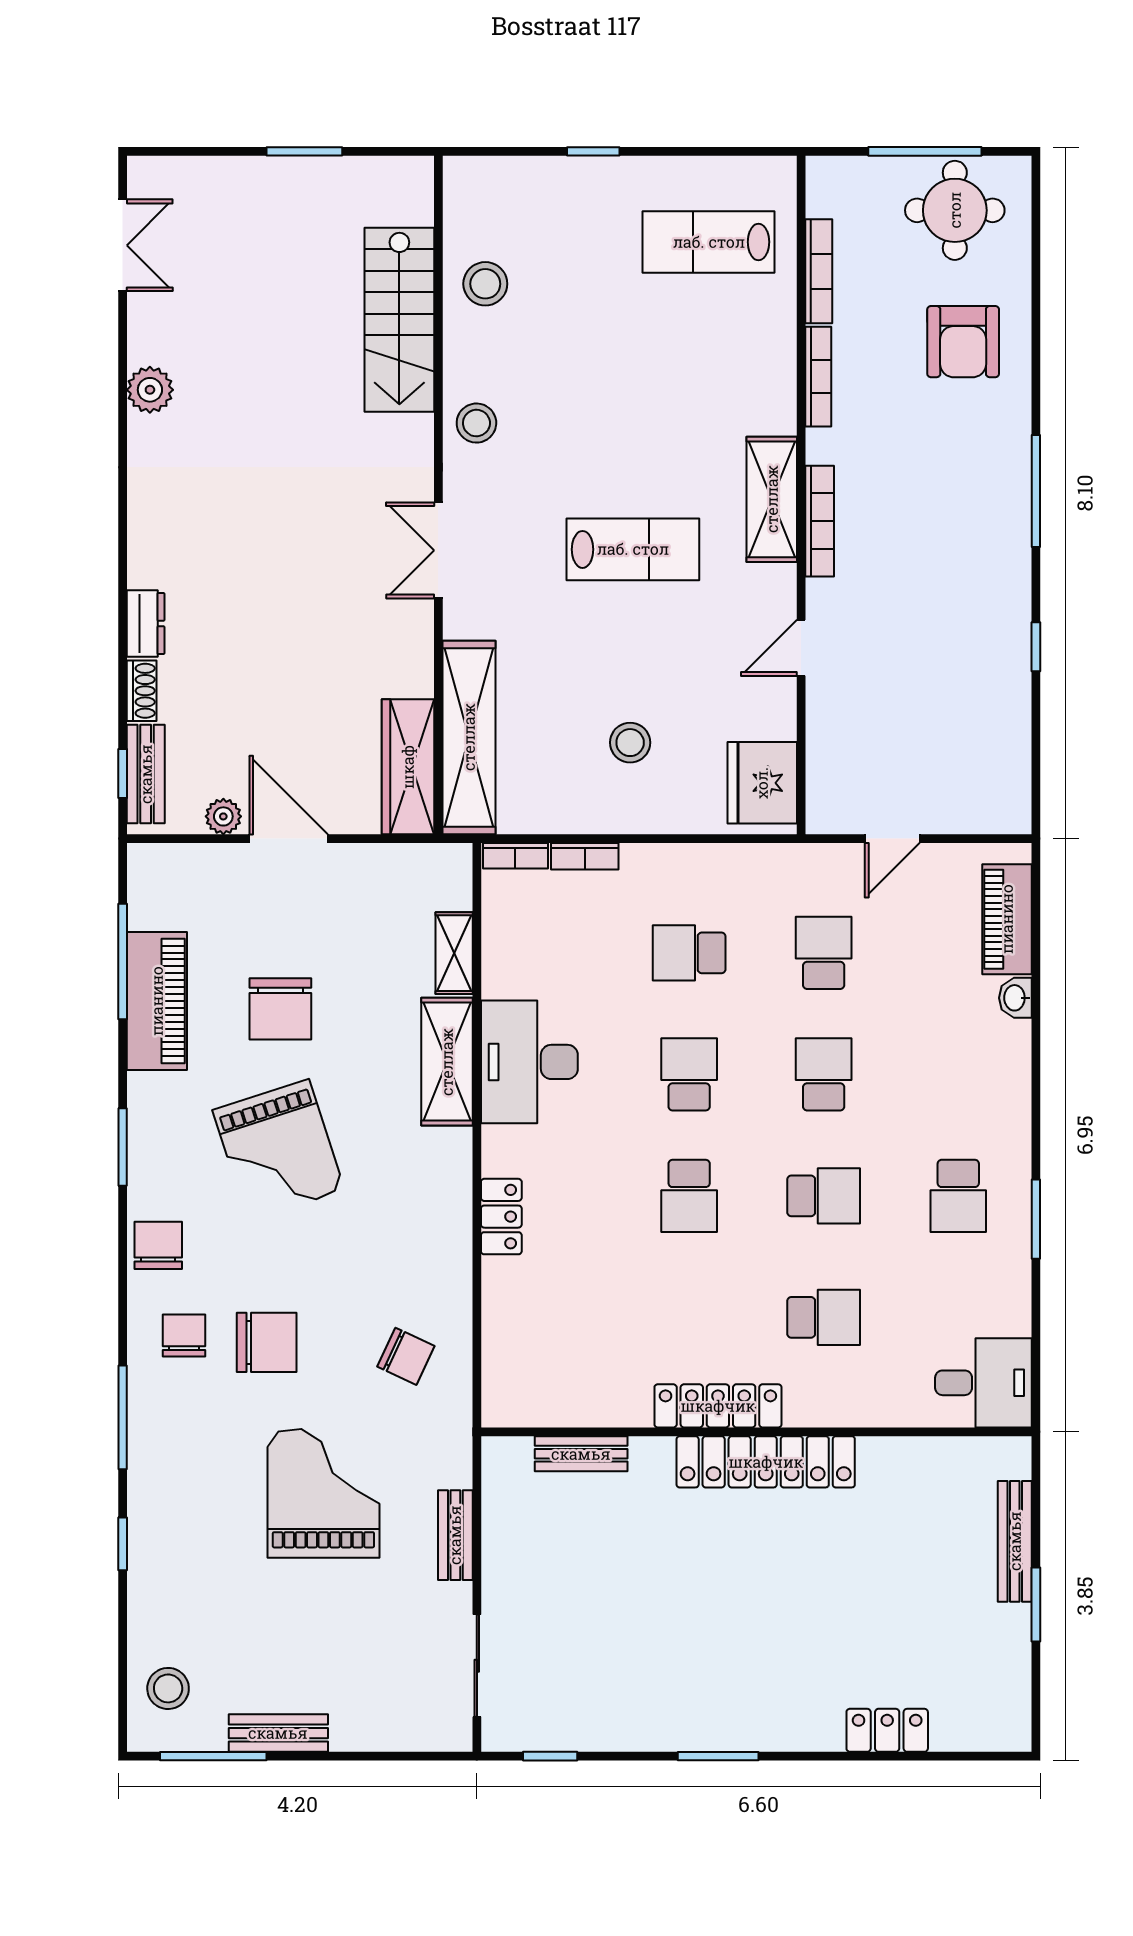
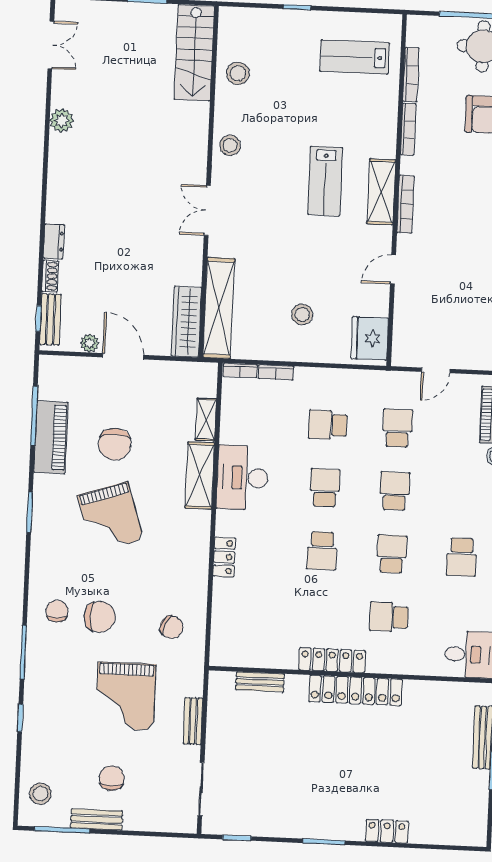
stairs: (399, 320) -> (194, 53), moved
lab bench: (633, 549) -> (325, 181), moved, turned 90
school desk: (824, 1196) -> (392, 554), turned -90
chair: (158, 1245) -> (112, 778), moved
school desk: (824, 1317) -> (389, 617), turned 180
grand piano: (323, 1493) -> (126, 696), turned 180
locker: (887, 1730) -> (387, 831), moved

